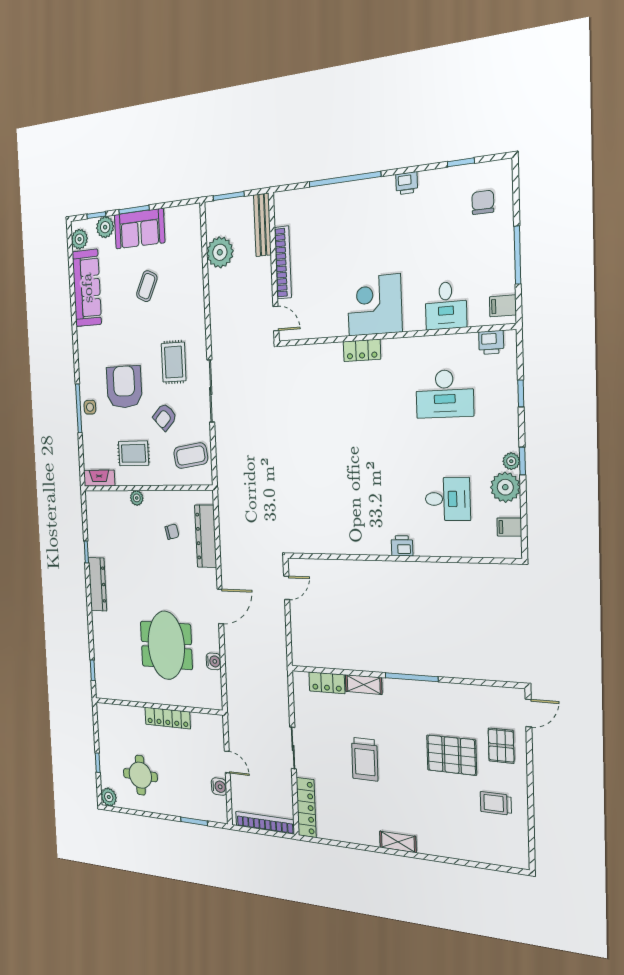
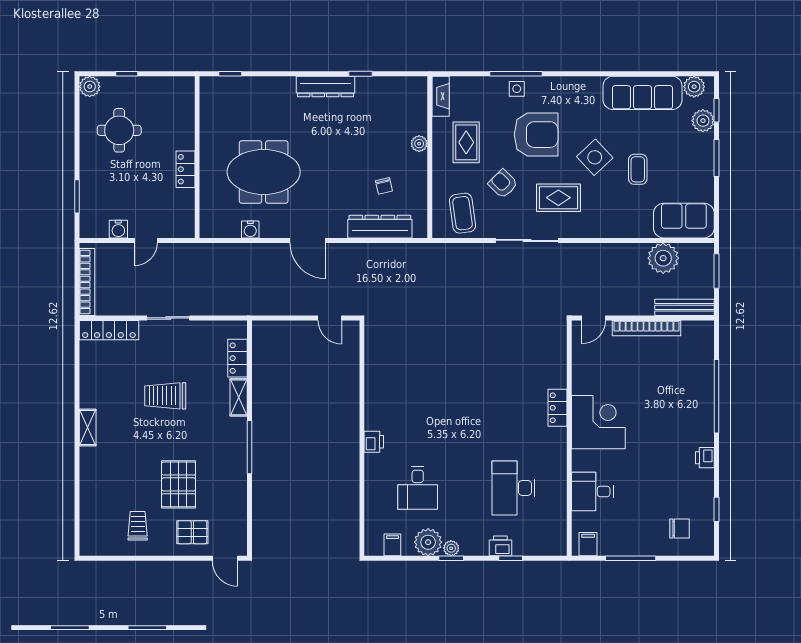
sofa: (139, 229) -> (684, 221), moved, turned 90
coffee table: (147, 286) -> (638, 169), turned 64
side table: (139, 329) -> (595, 157), added
printer: (491, 342) -> (500, 546), moved, turned 90
locker: (168, 718) -> (185, 169), width x0.66

